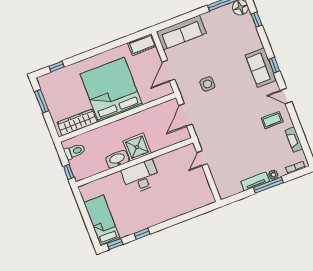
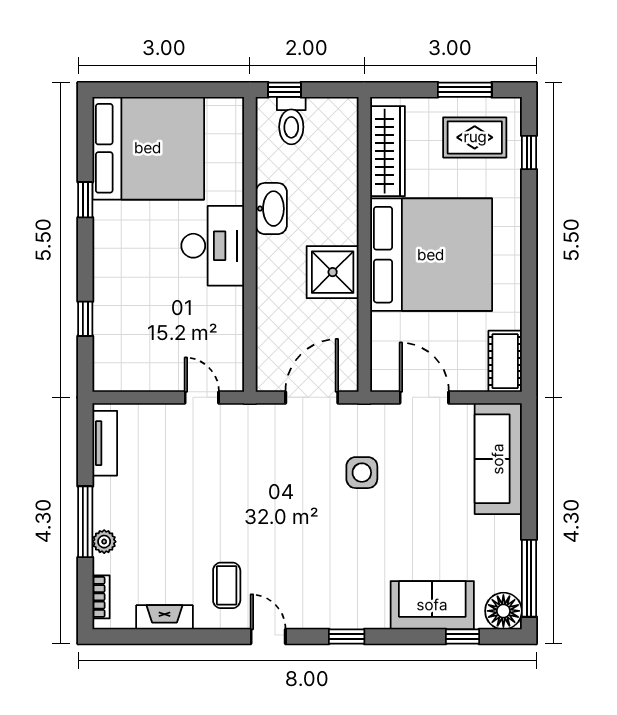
sofa: (261, 68) -> (432, 605), moved
rug: (59, 90) -> (475, 137), added
door: (286, 96) -> (268, 636), hinge flipped
door: (185, 115) -> (312, 397), hinge flipped
shower: (137, 147) -> (333, 272), moved
toilet: (75, 151) -> (291, 121), moved
tv unit: (255, 181) -> (105, 443), moved
bed: (102, 221) -> (148, 148), width x2.04
window: (115, 244) -> (85, 319), moved

